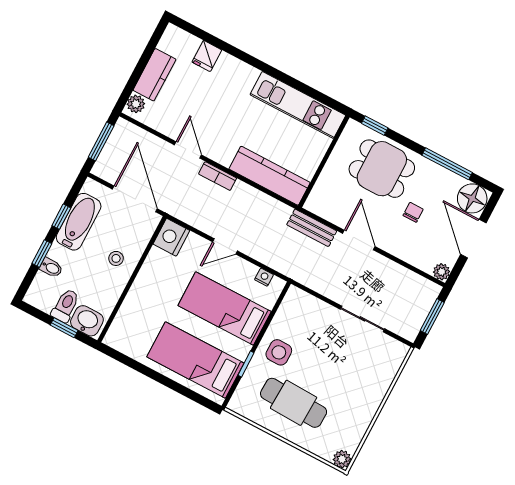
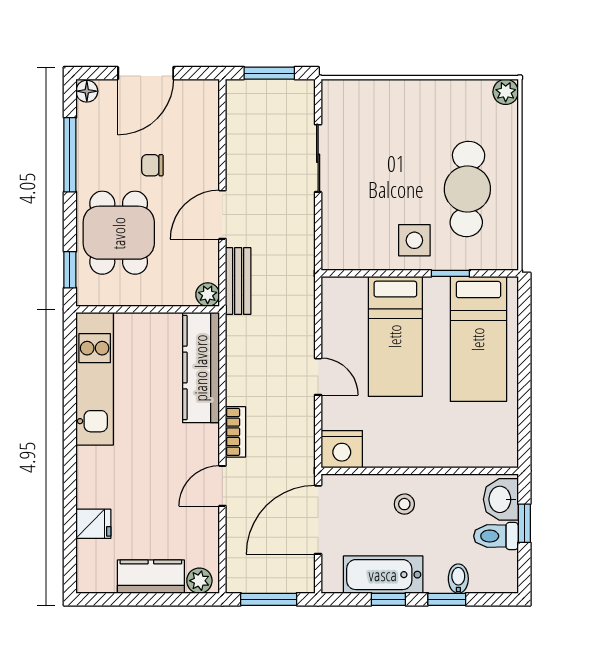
floor lamp: (472, 198) -> (87, 91), width x0.53, depth x0.53
plant: (442, 272) -> (208, 295), moved
nightstand: (264, 277) -> (331, 308), removed

